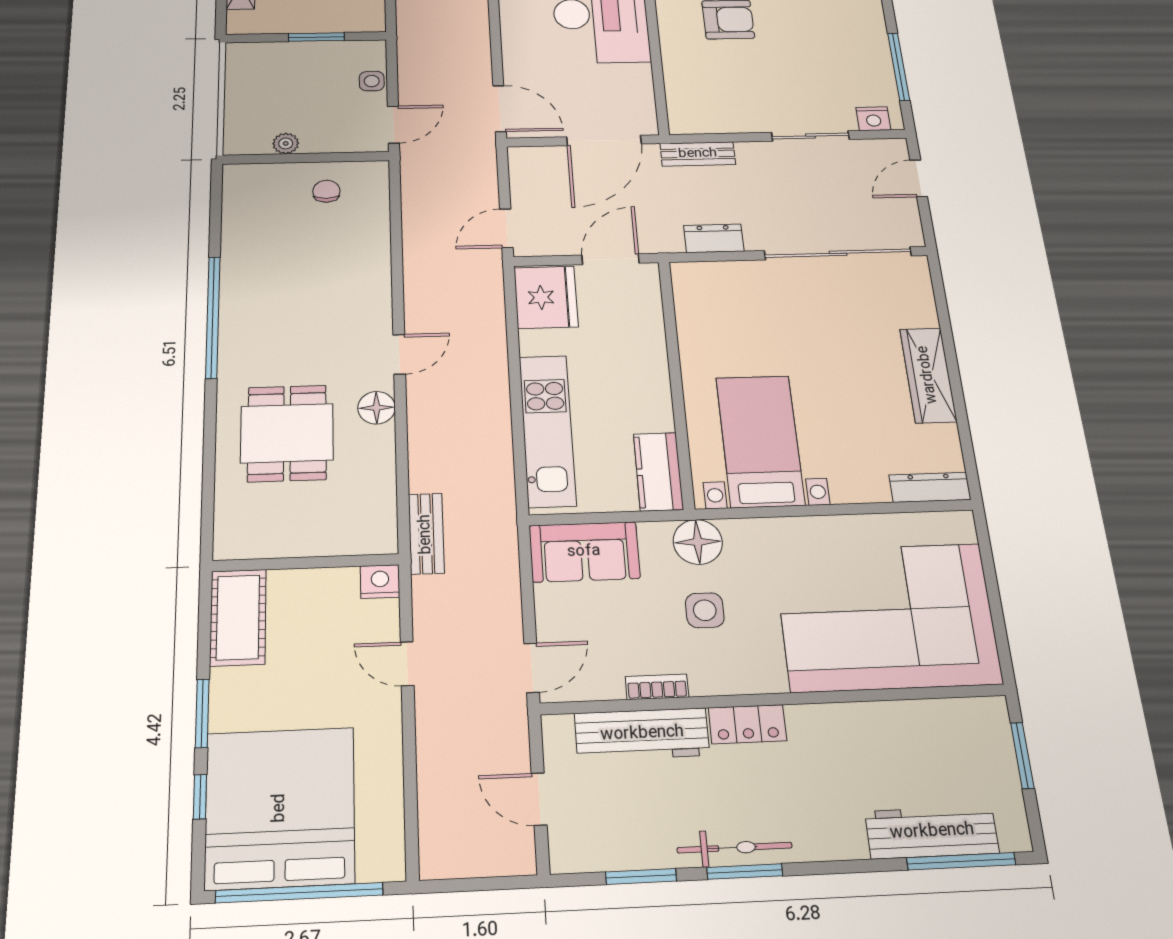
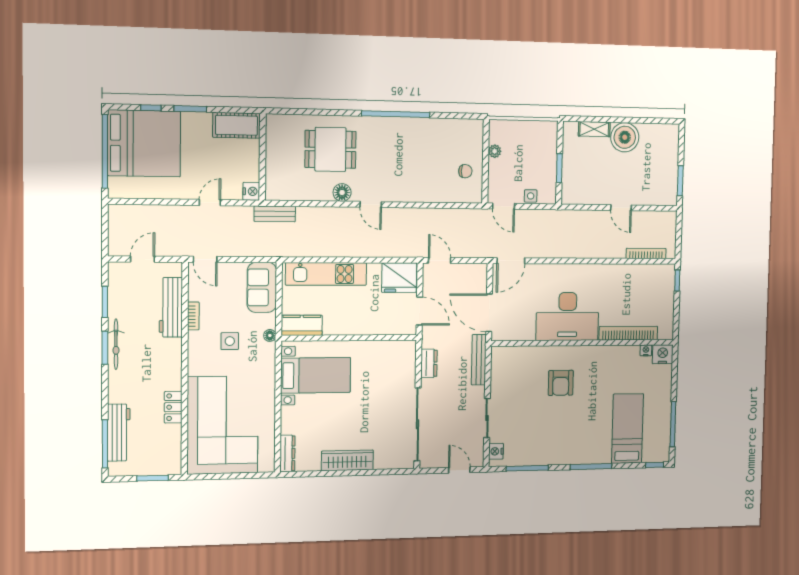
bench: (698, 154) -> (479, 360), width x1.36
floor lamp: (698, 542) -> (270, 335), width x0.53, depth x0.53
locker: (747, 724) -> (173, 407), moved

